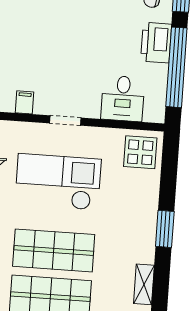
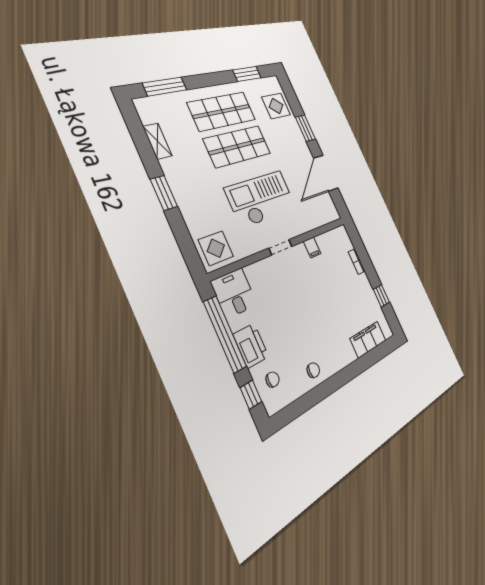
desk: (123, 98) -> (234, 293), moved
checkout: (58, 182) -> (261, 199), turned 180

